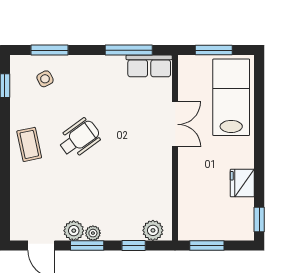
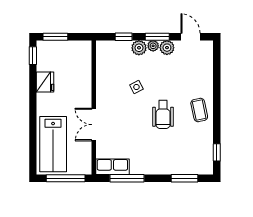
window: (214, 50) -> (66, 178), width x1.44
side table: (45, 79) -> (136, 87), moved
wheelchair: (79, 138) -> (163, 115), turned -54
plant: (153, 230) -> (139, 48), moved
window: (207, 246) -> (55, 37), moved

